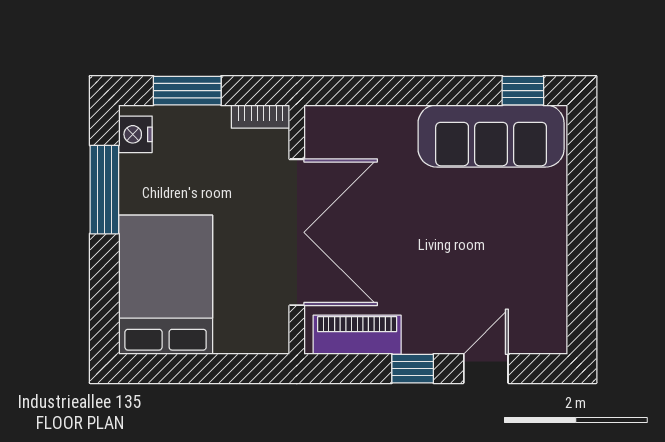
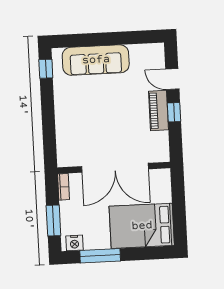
sofa: (491, 136) -> (96, 60), moved, turned 90
double door: (297, 232) -> (115, 168), swing flipped
piano: (357, 335) -> (159, 111), moved

